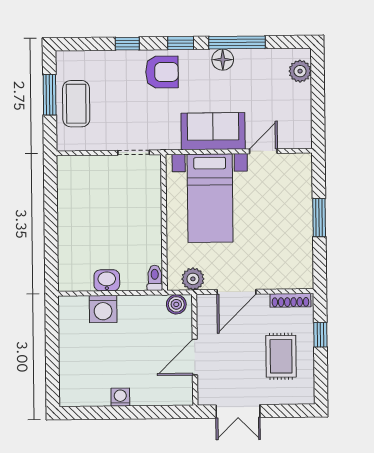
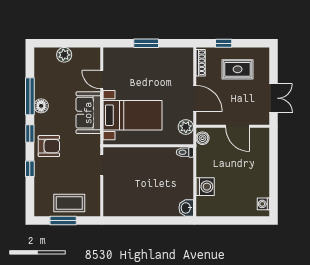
plant: (300, 71) -> (64, 55), moved
armchair: (162, 72) -> (49, 146), turned 90
washbasin: (107, 280) -> (186, 208), moved
washing machine: (120, 397) -> (263, 204), moved

